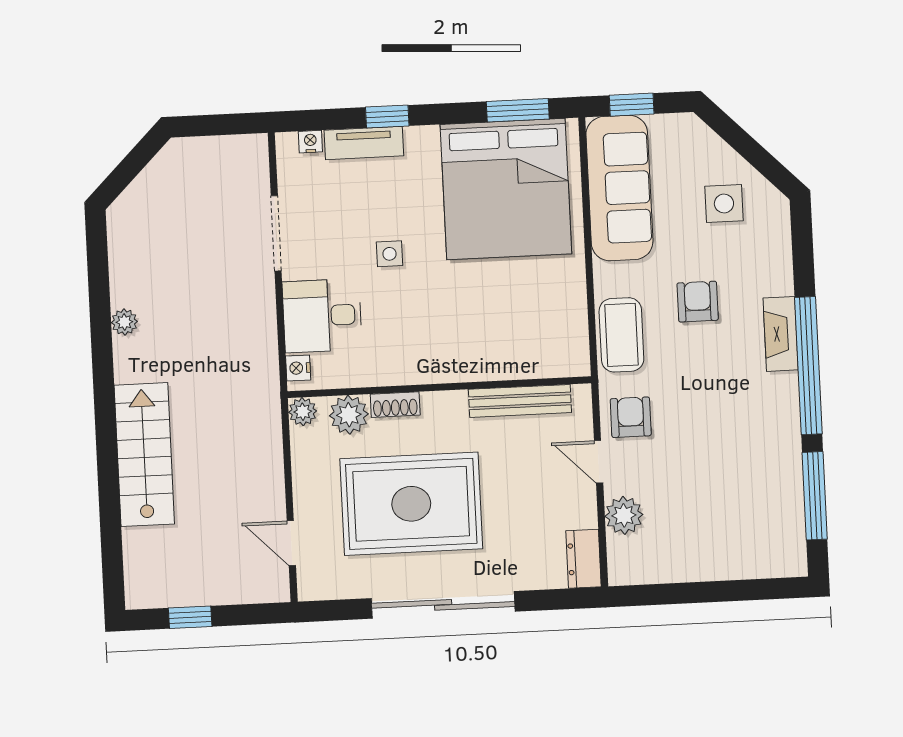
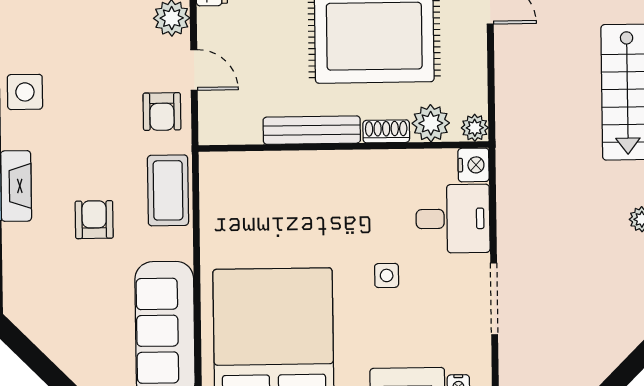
side table: (724, 204) -> (25, 92), moved
armchair: (698, 302) -> (94, 220), turned 180
nightstand: (298, 368) -> (474, 165), width x1.39, depth x1.35
bench: (520, 401) -> (312, 130), moved

